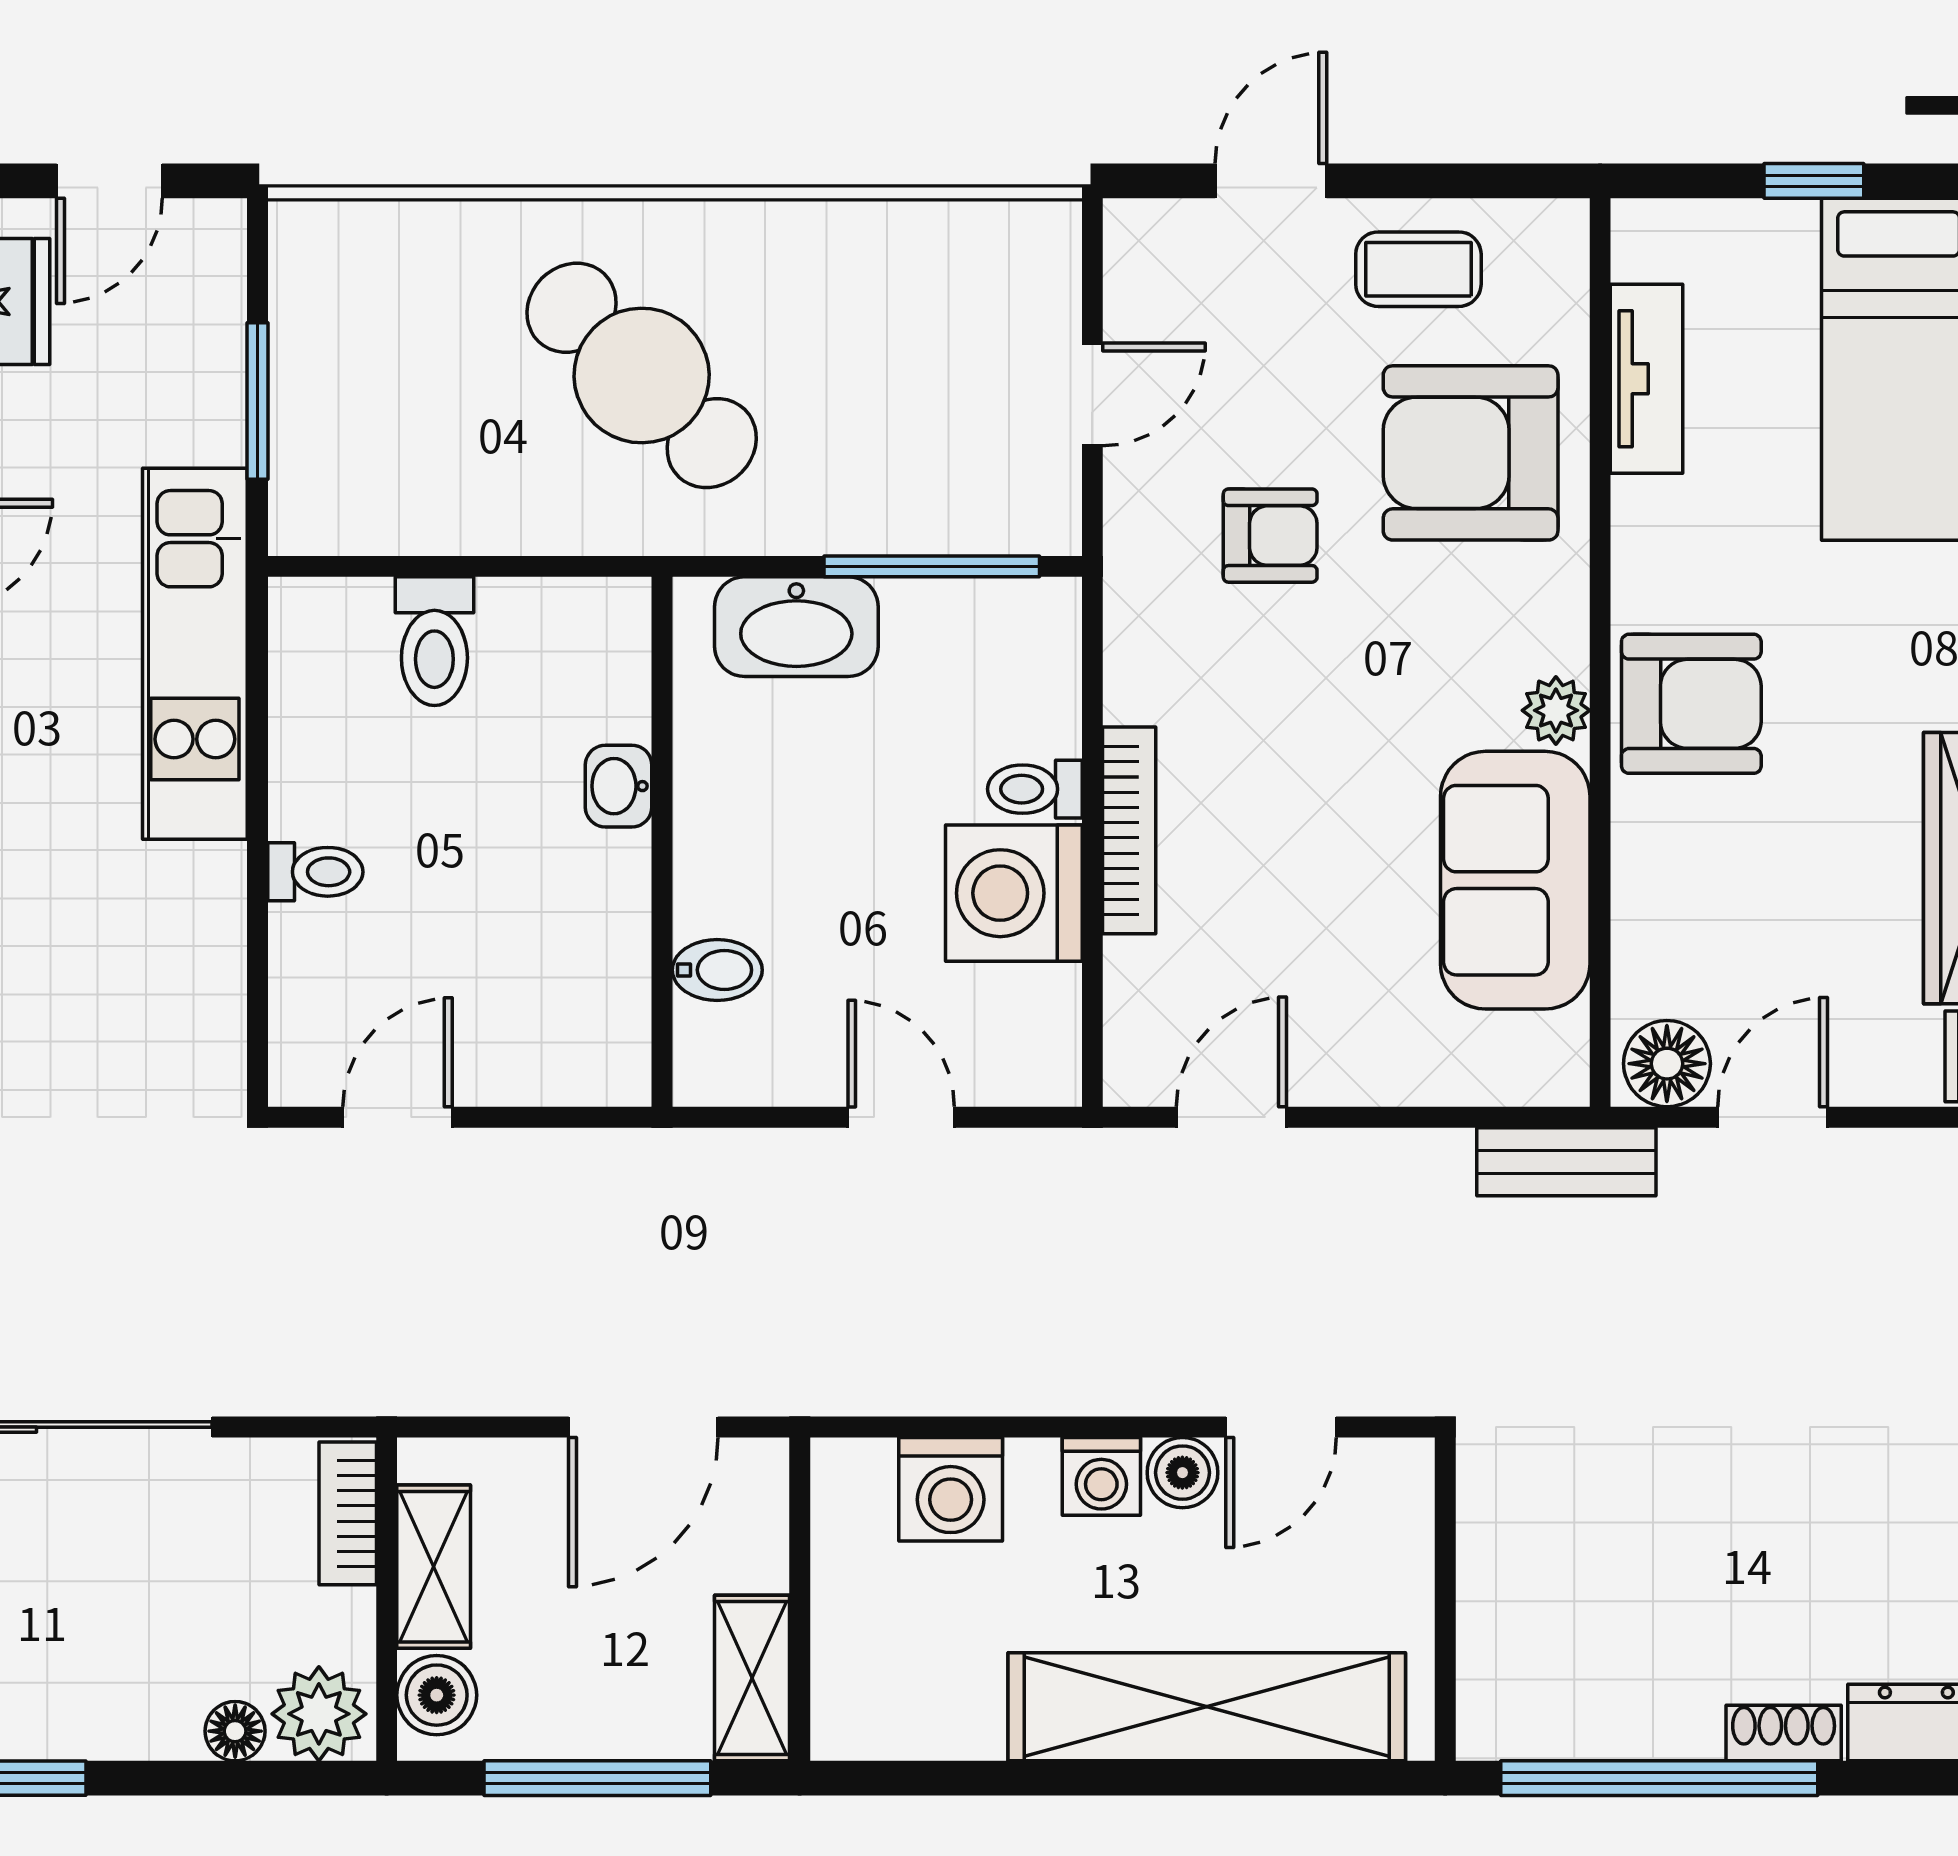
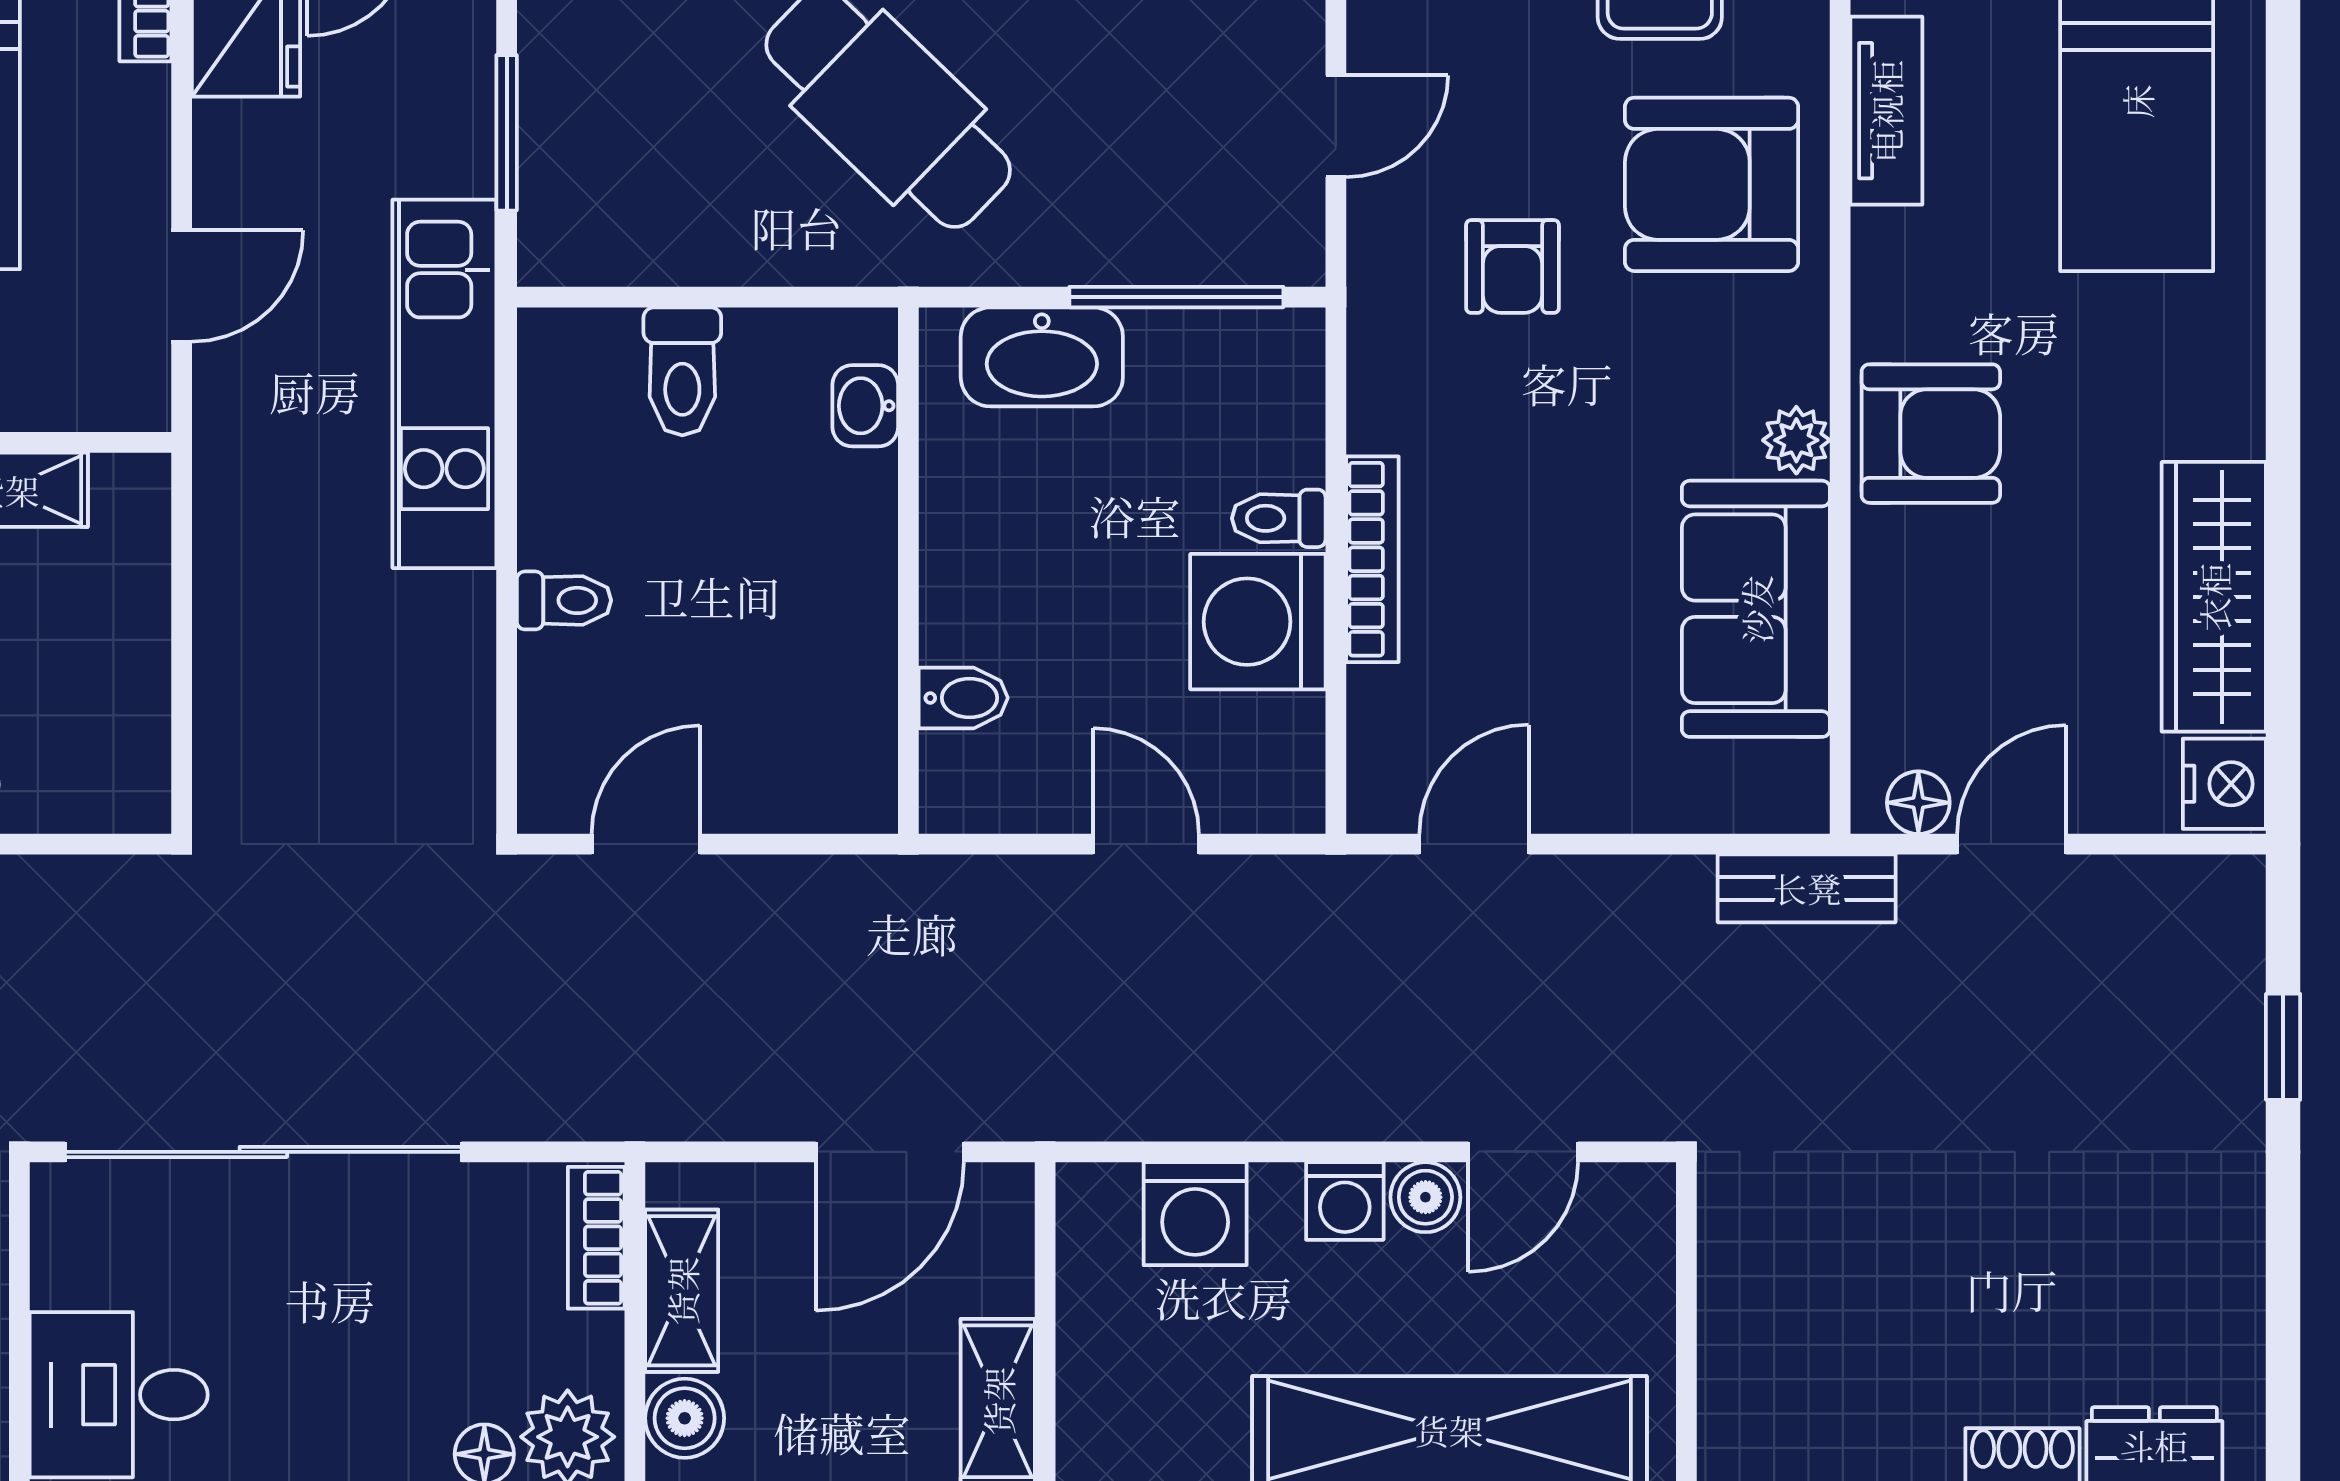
armchair: (1270, 536) -> (1513, 266), turned 90
washbasin: (619, 786) -> (865, 406), moved
floor lamp: (1667, 1064) -> (1918, 803), width x0.73, depth x0.73

